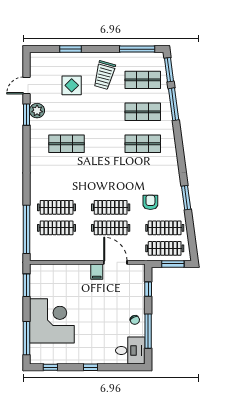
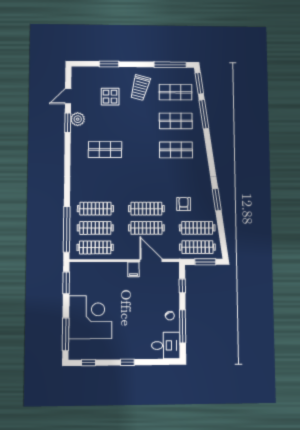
clothes rail: (57, 248) -> (95, 247), added

